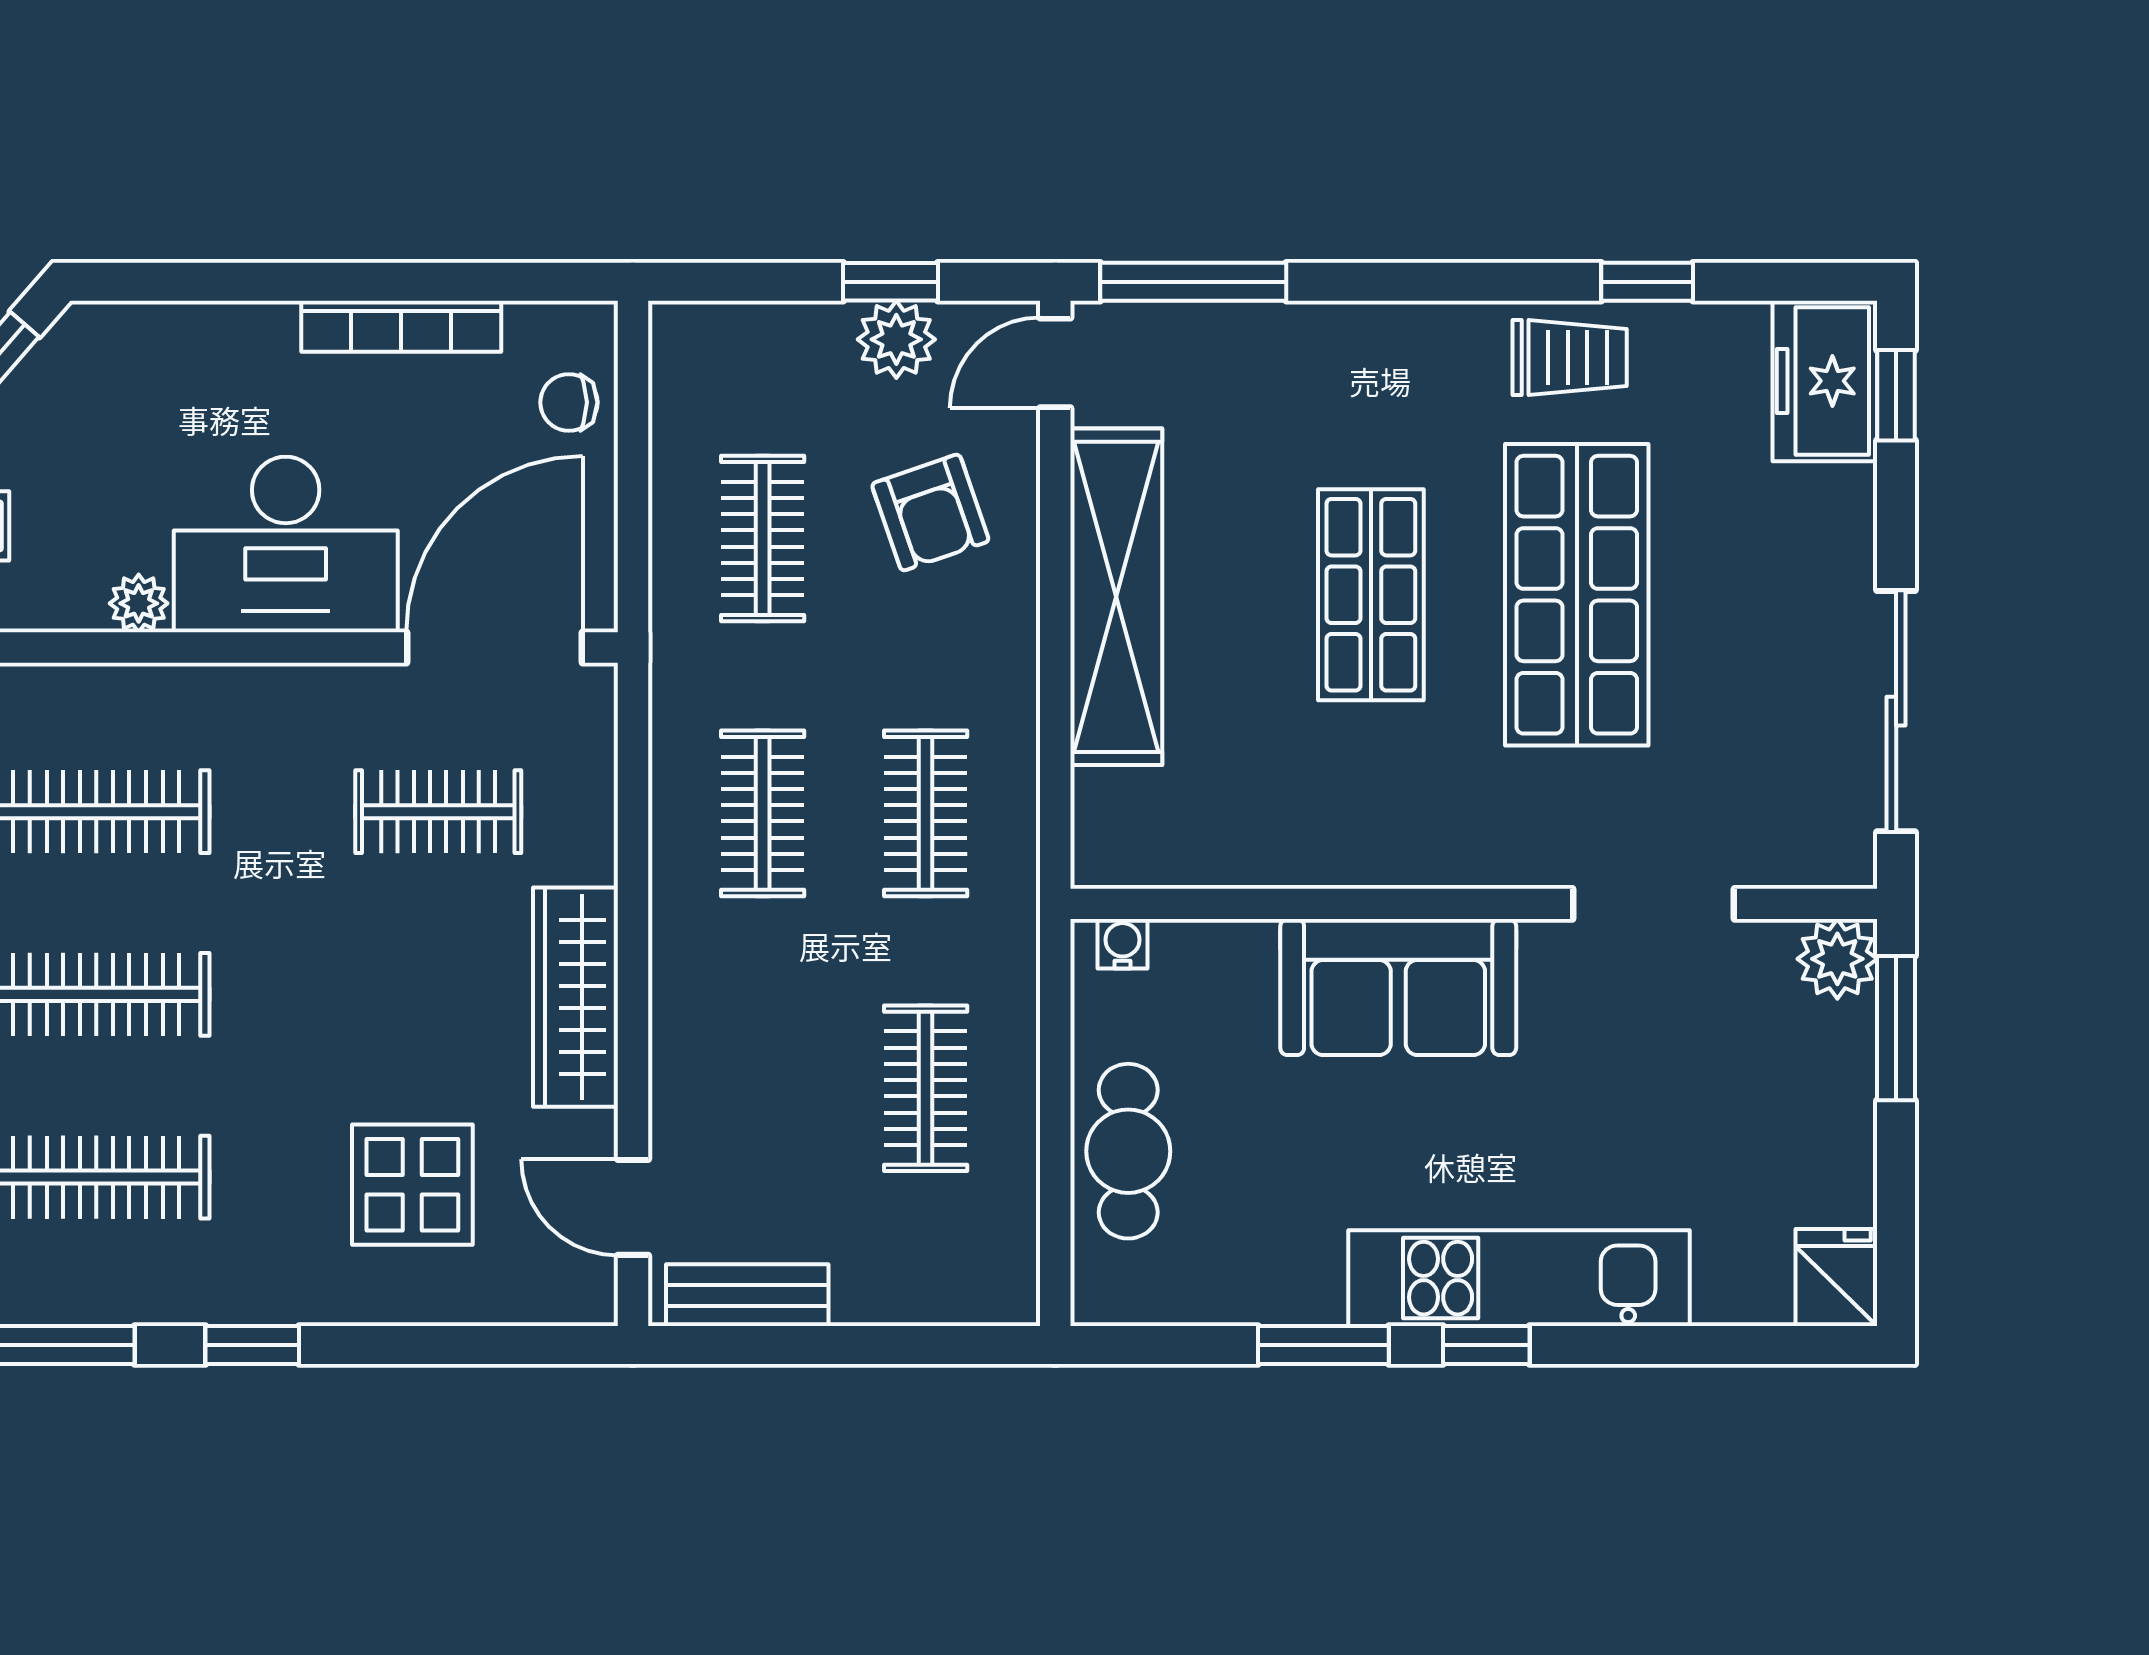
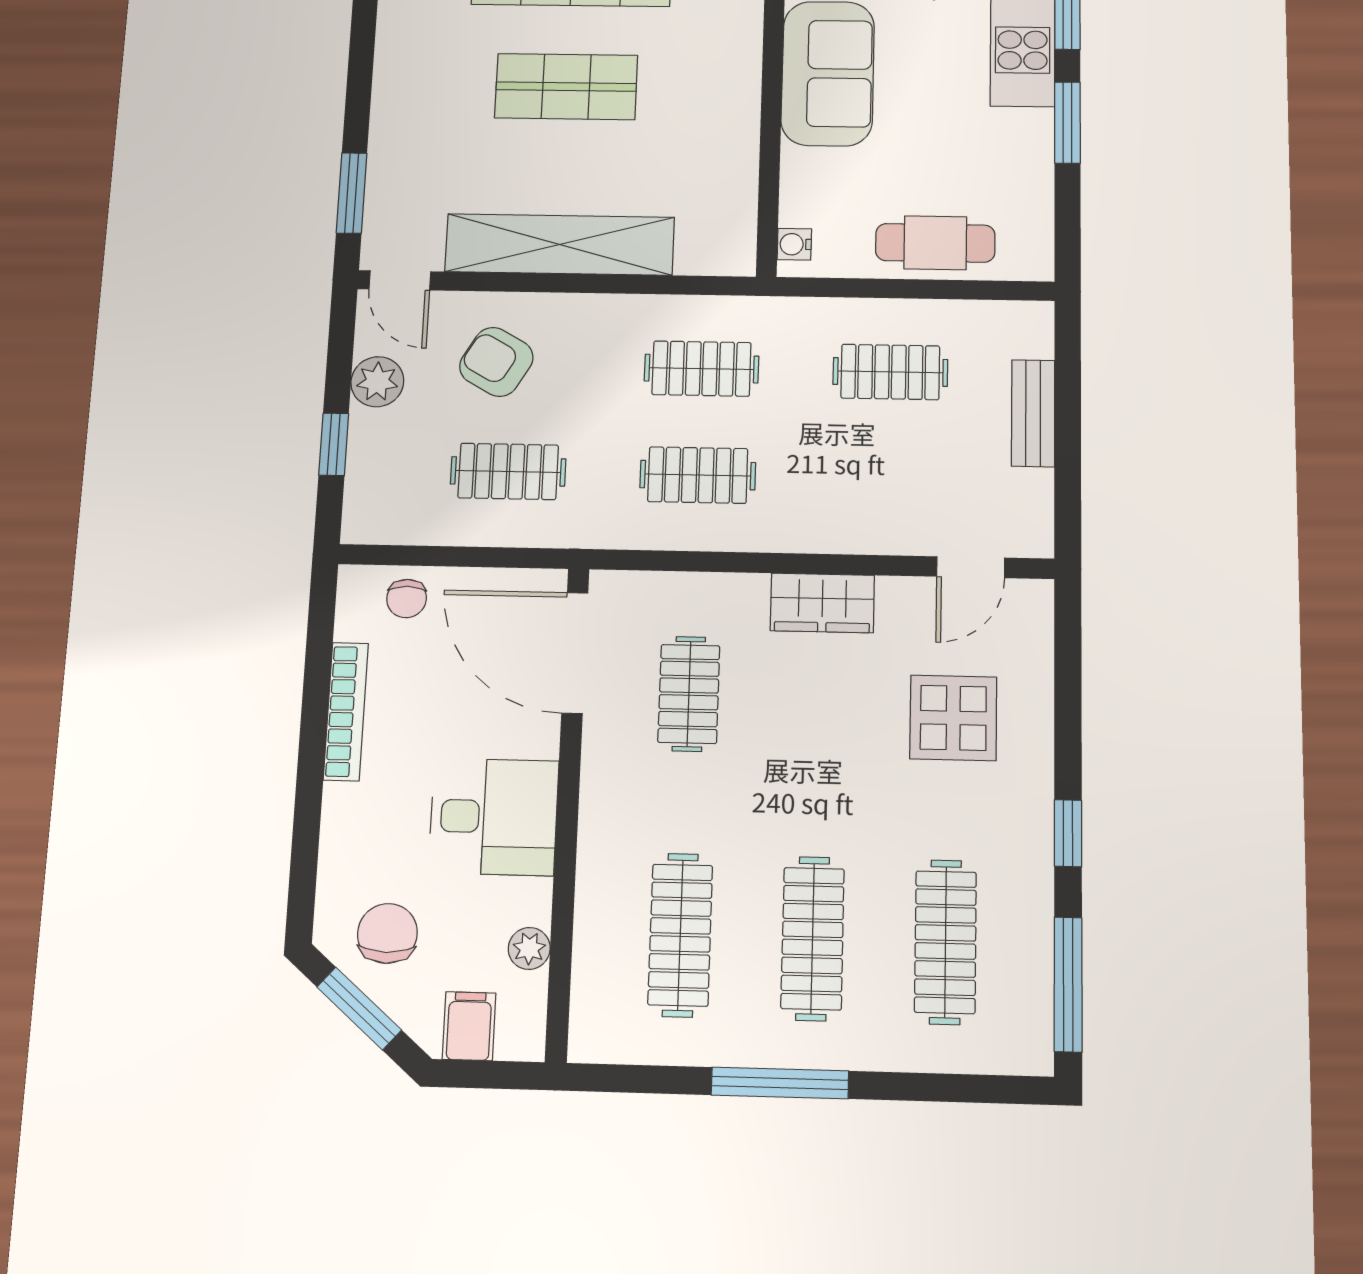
window: (891, 282) -> (334, 444), moved
window: (1193, 282) -> (352, 193), width x0.69
chair: (88, 405) -> (387, 933), added
armchair: (930, 512) -> (496, 362), turned -131
desk: (286, 544) -> (494, 817), width x0.73
plant: (139, 603) -> (529, 948), moved
wardrobe: (575, 997) -> (822, 603), width x0.67
bench: (747, 1295) -> (1033, 413), moved

